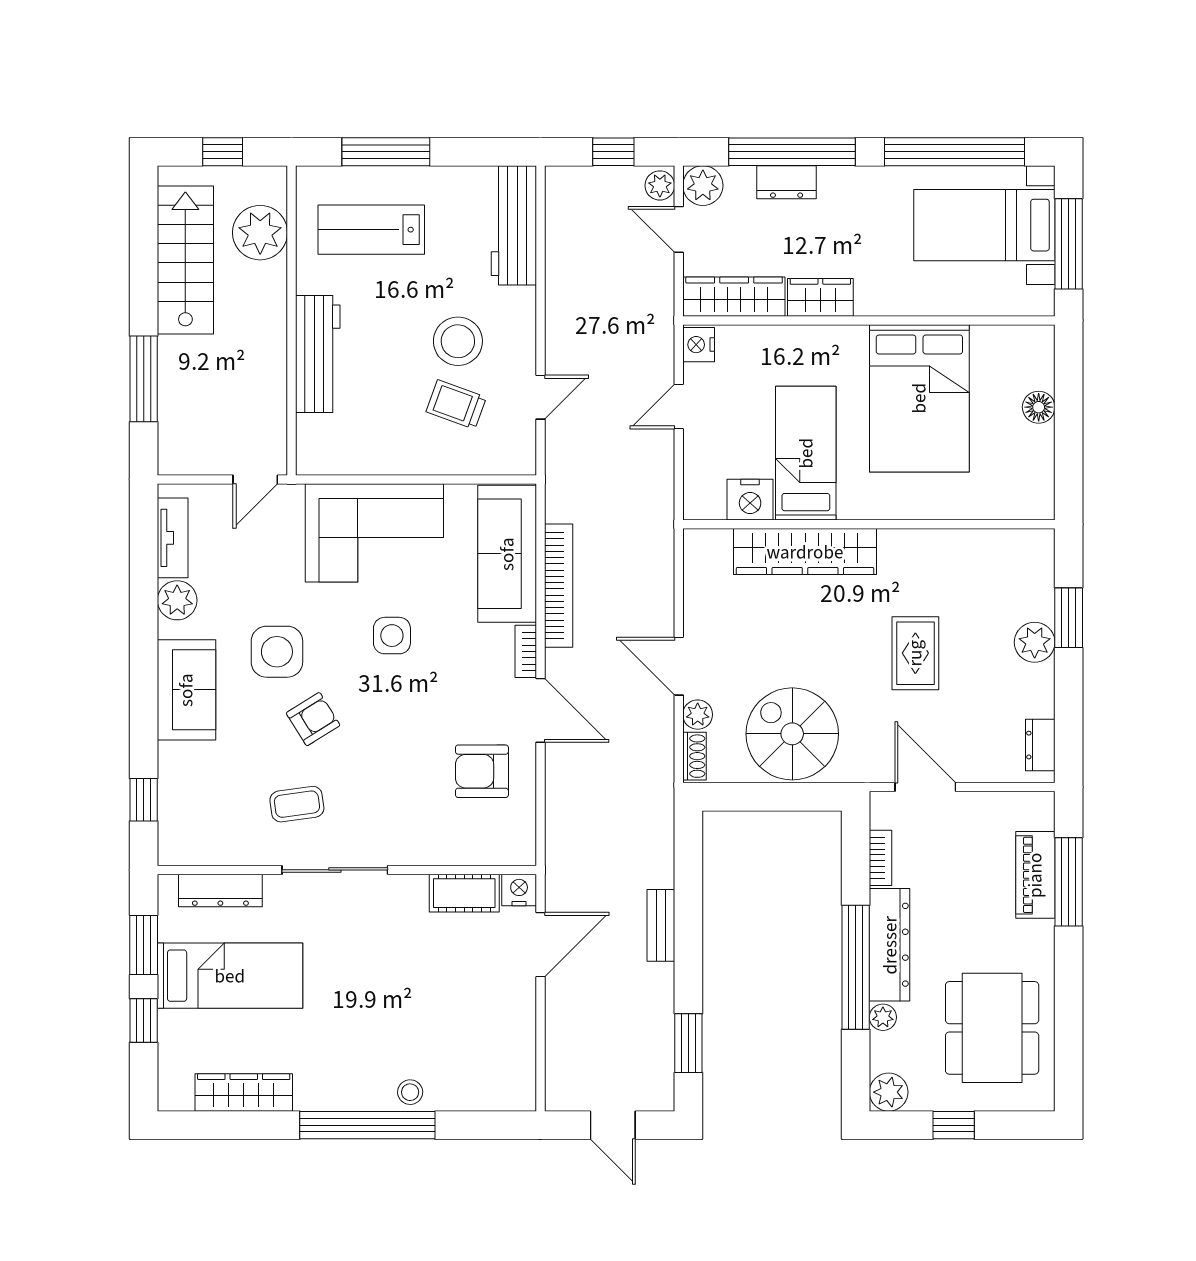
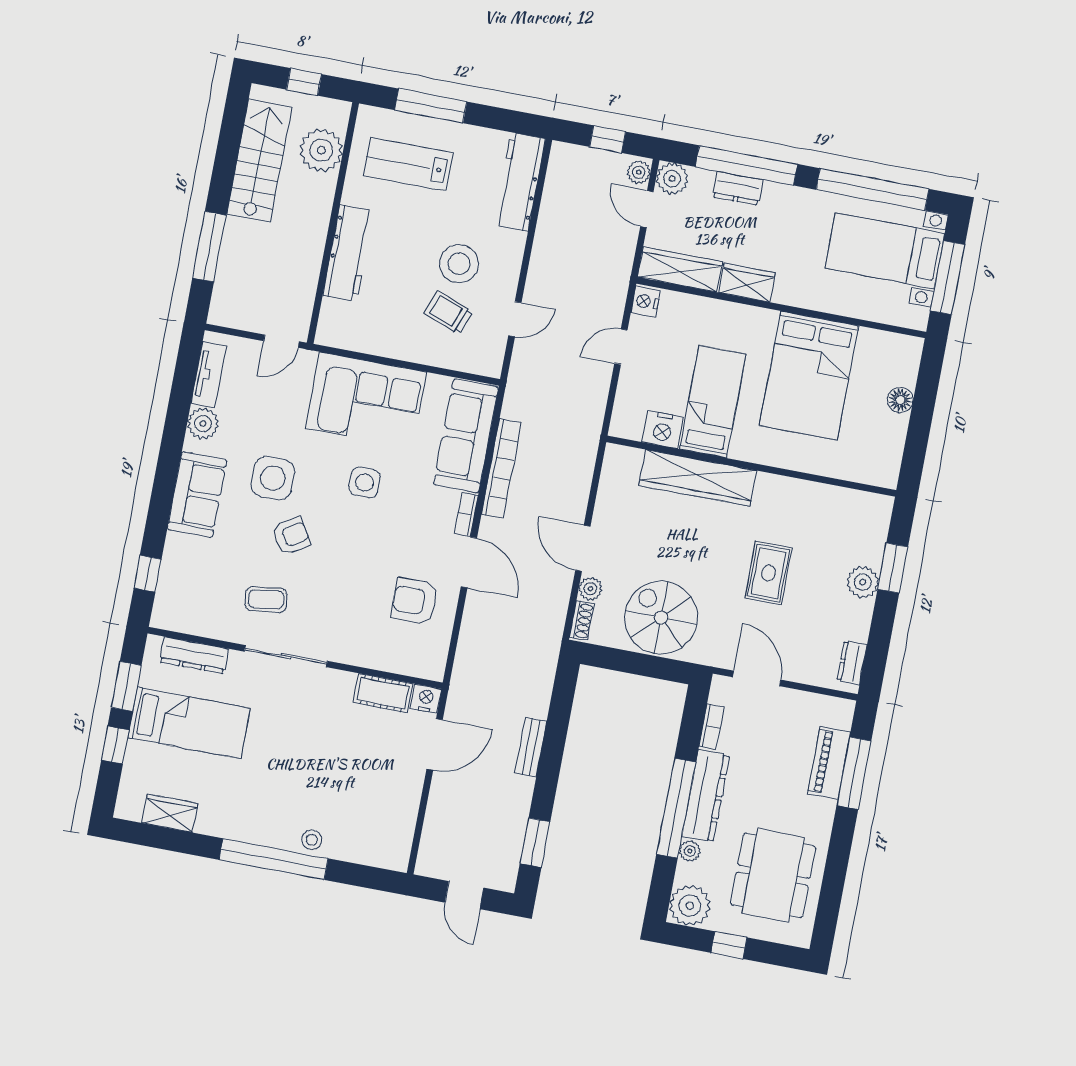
wardrobe: (244, 1092) -> (170, 813), width x0.67
plant: (889, 1092) -> (690, 906), width x1.36, depth x1.36

